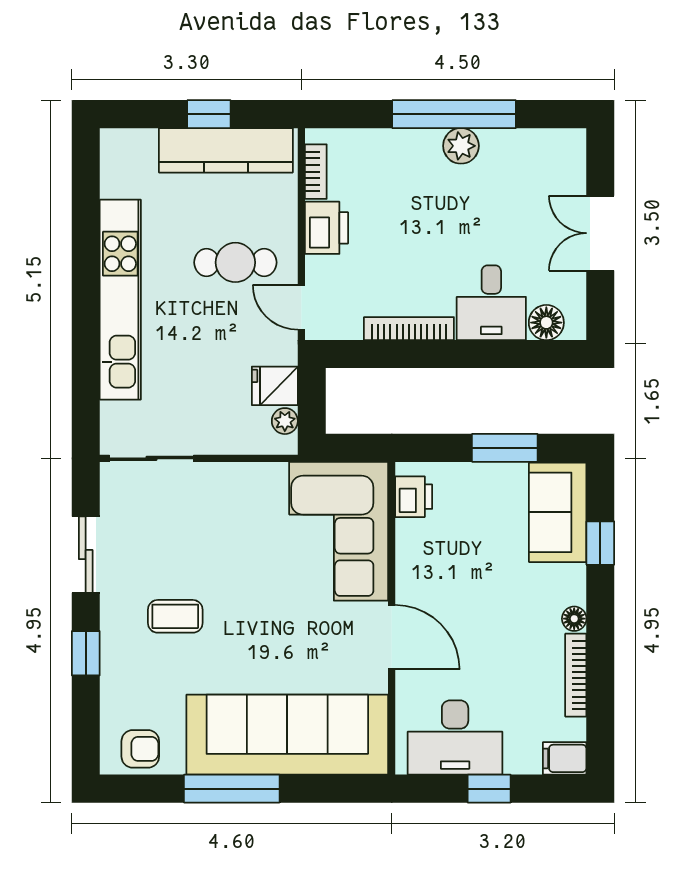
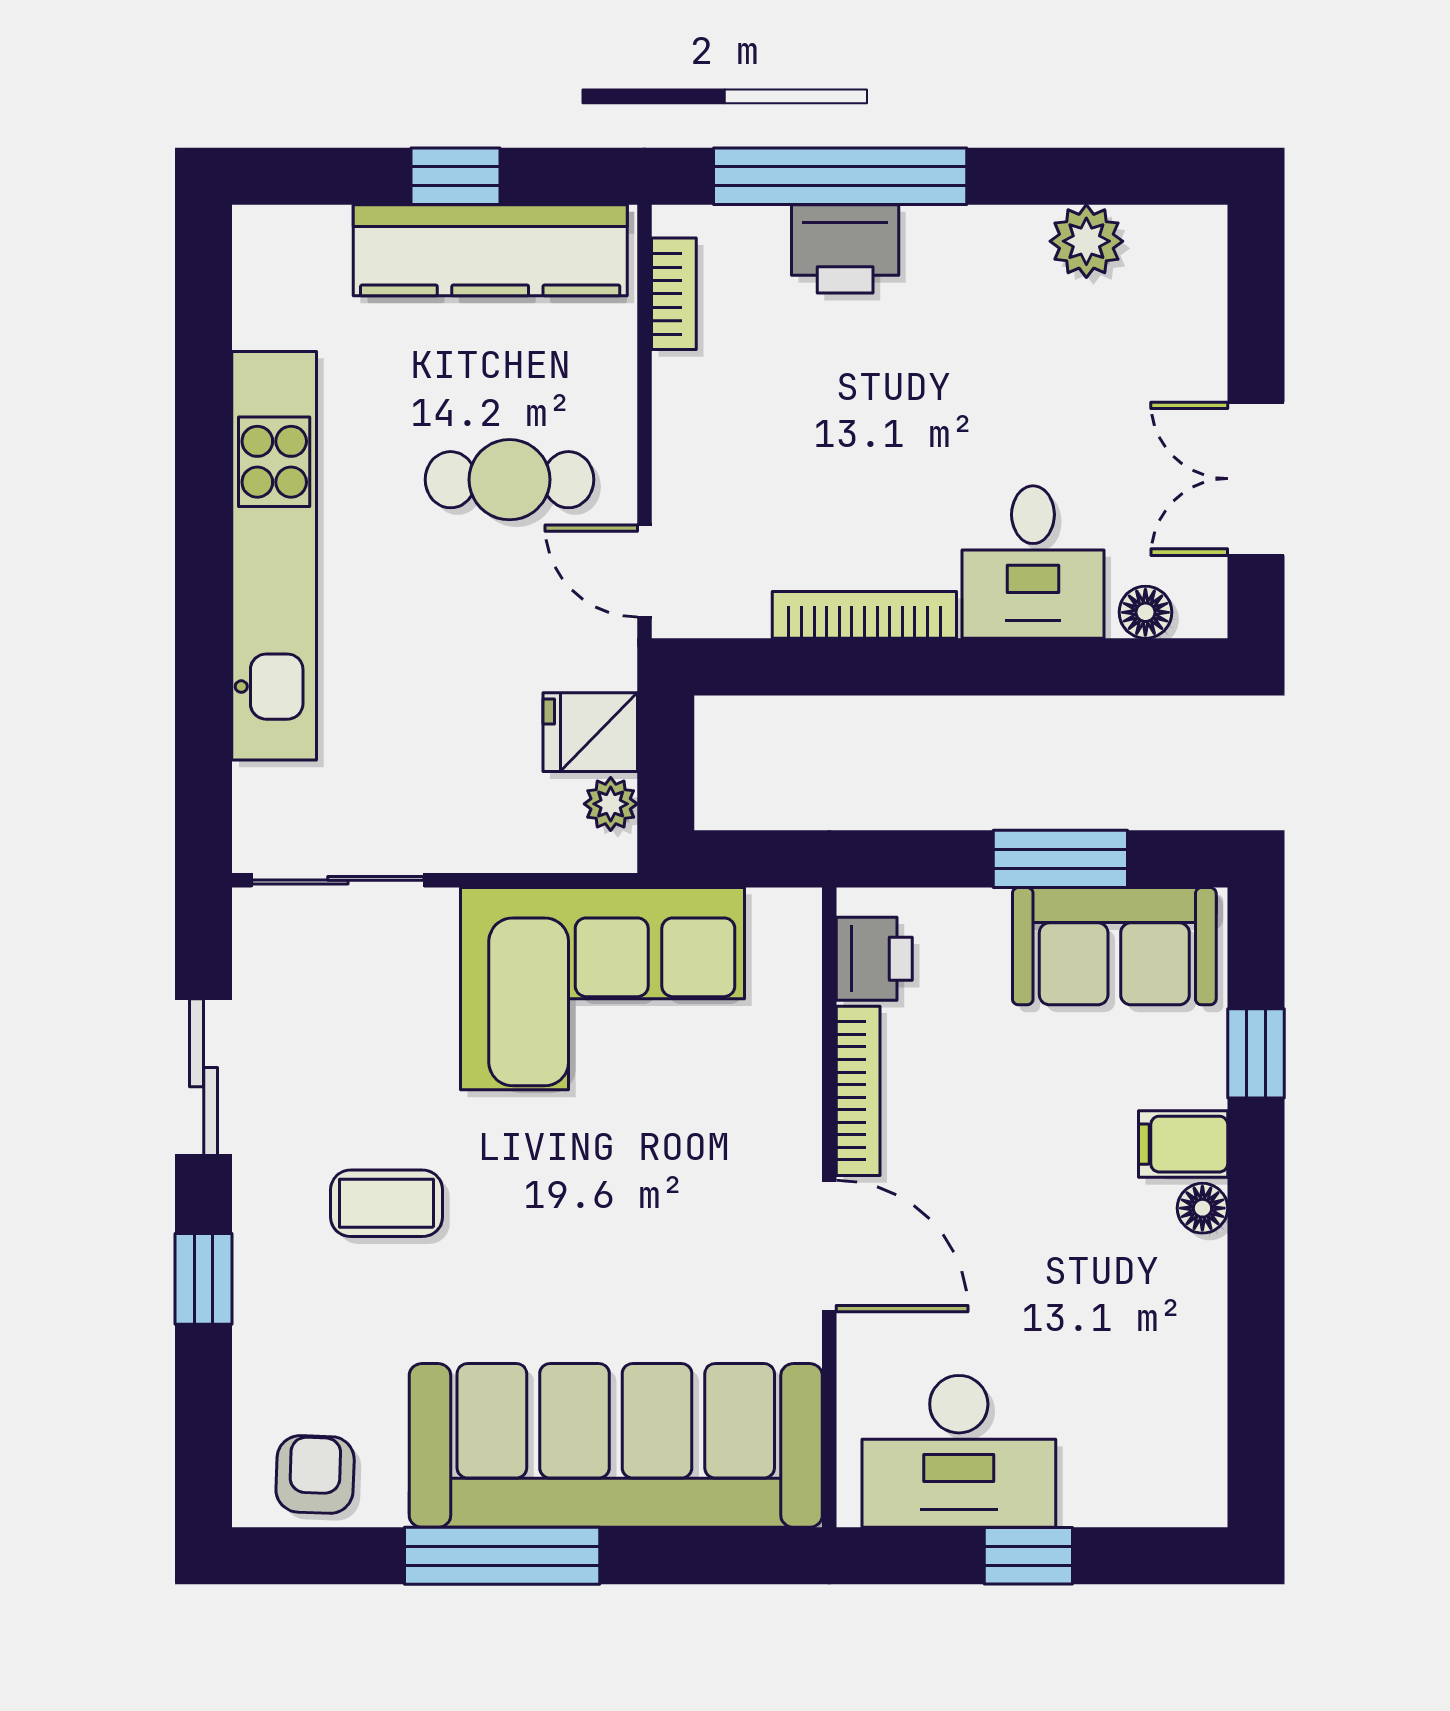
window: (454, 114) -> (840, 176), moved
plant: (461, 146) -> (1086, 241), moved
printer: (326, 228) -> (845, 249), moved, turned 90
double door: (600, 233) -> (1256, 479), moved
floor lamp: (546, 323) -> (1145, 612), width x0.73, depth x0.73
sofa: (558, 512) -> (1114, 946), moved, turned -90
corner sofa: (339, 531) -> (602, 989), moved, turned -90
bookcase: (576, 675) -> (858, 1091), moved, turned 180
armchair: (140, 749) -> (315, 1474), turned -88
filing cabinet: (565, 758) -> (1183, 1144), moved

